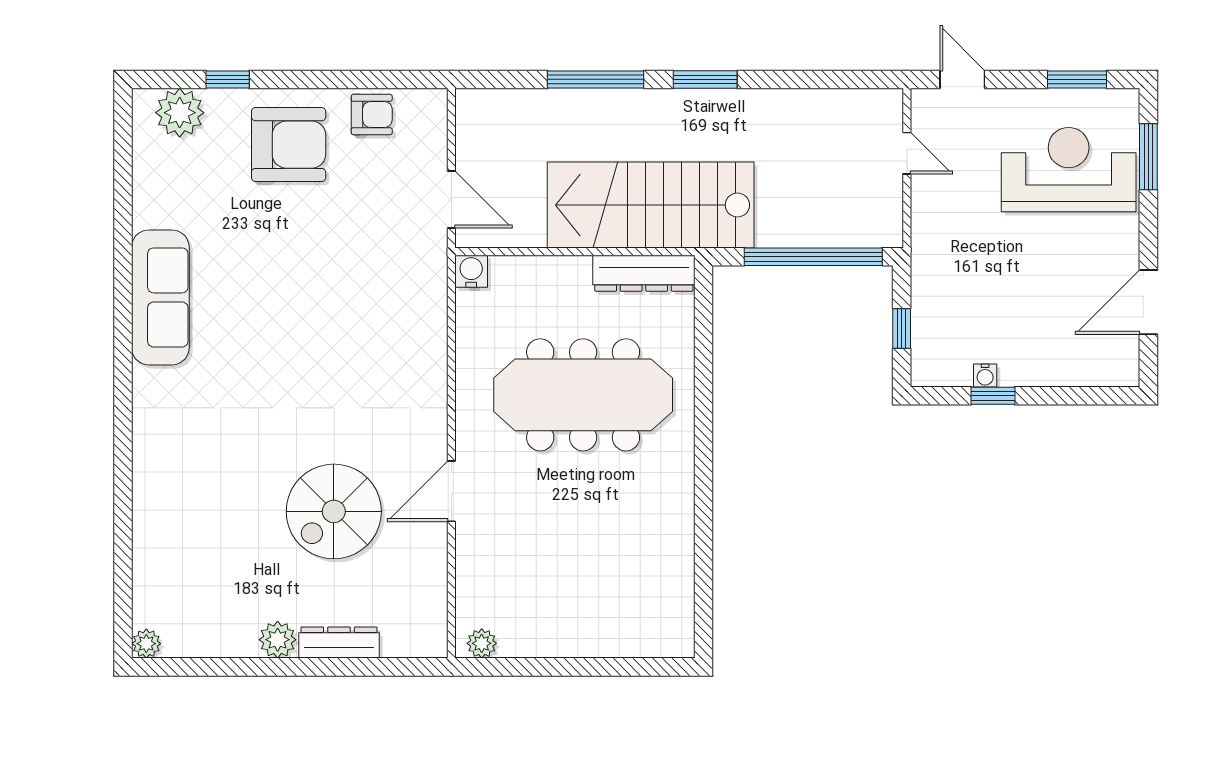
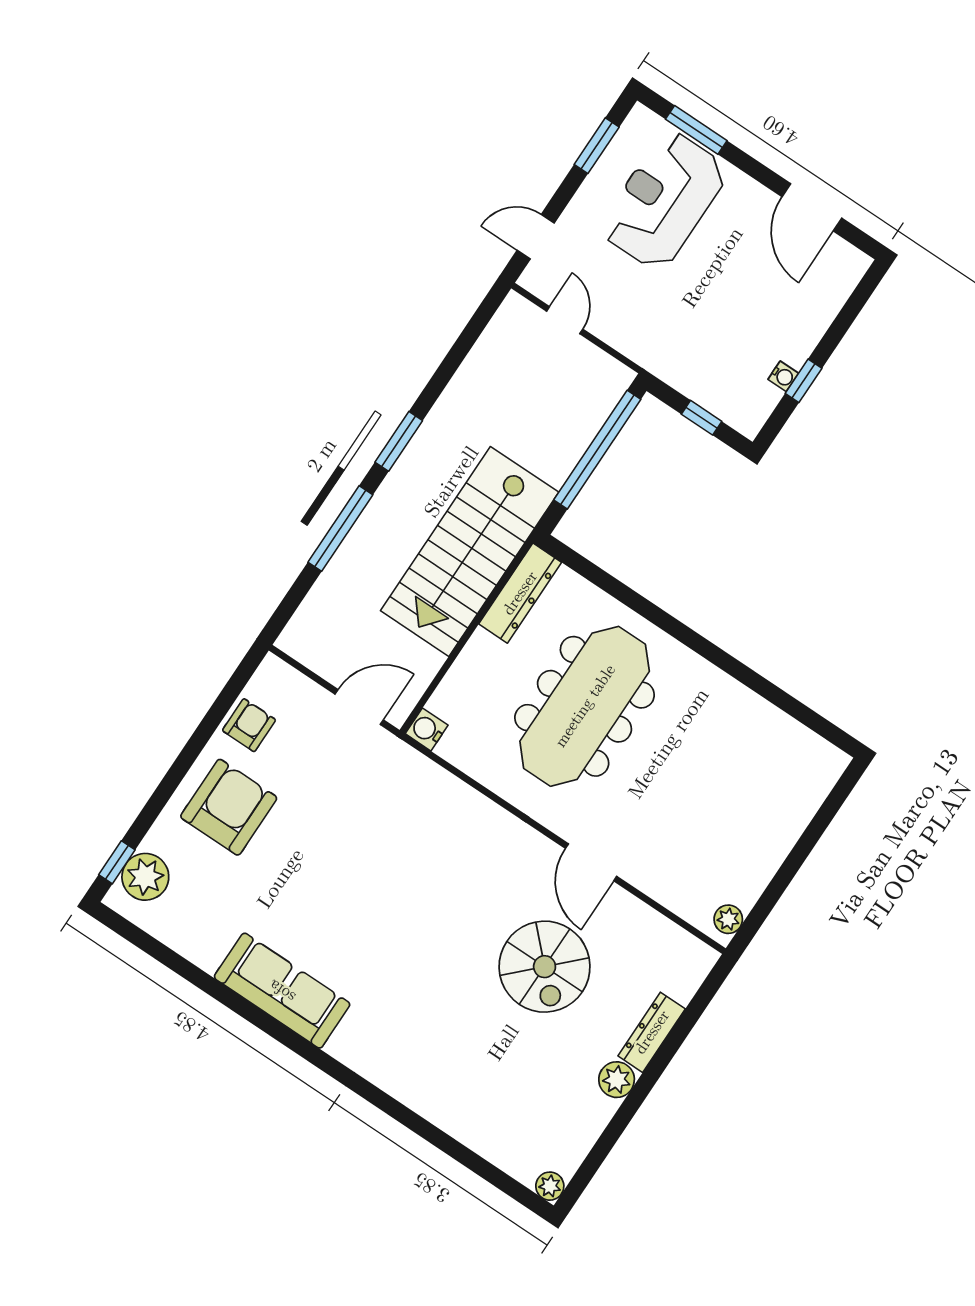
window: (228, 79) -> (117, 862), moved
door: (907, 153) -> (565, 320), hinge flipped

